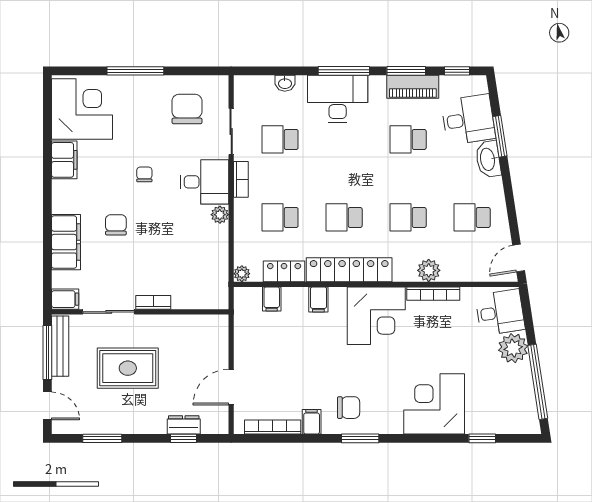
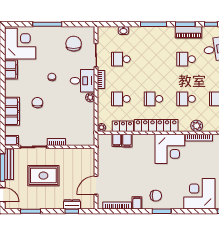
desk: (338, 99) -> (150, 38), removed
filing cabinet: (318, 299) -> (127, 141), moved

